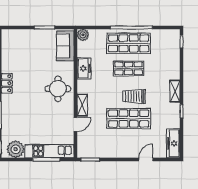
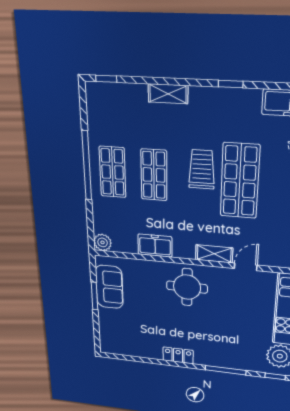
shop shelf: (129, 43) -> (113, 172), width x0.70, depth x0.74
sofa: (65, 46) -> (109, 287), moved, turned -90
shelving: (175, 91) -> (168, 94), moved
trolley: (134, 96) -> (202, 169), turned 180
door: (76, 125) -> (246, 267), hinge flipped

